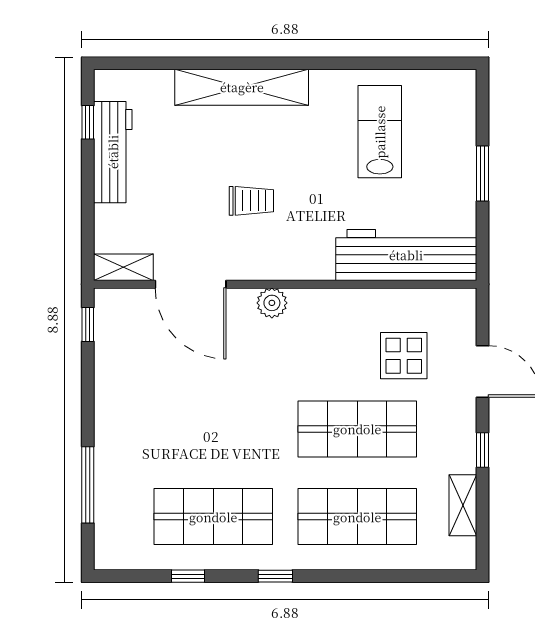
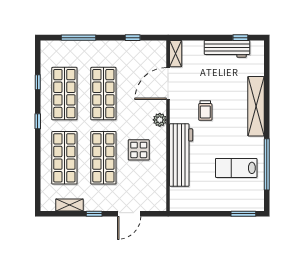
window: (372, 63) -> (267, 164), added
lab bench: (380, 132) -> (236, 168), turned 180
window: (483, 174) -> (243, 214), moved
workbench: (406, 255) -> (181, 155), moved
window: (88, 325) -> (133, 38), moved
display table: (404, 356) -> (139, 150), moved
shop shelf: (213, 429) -> (103, 94), added

